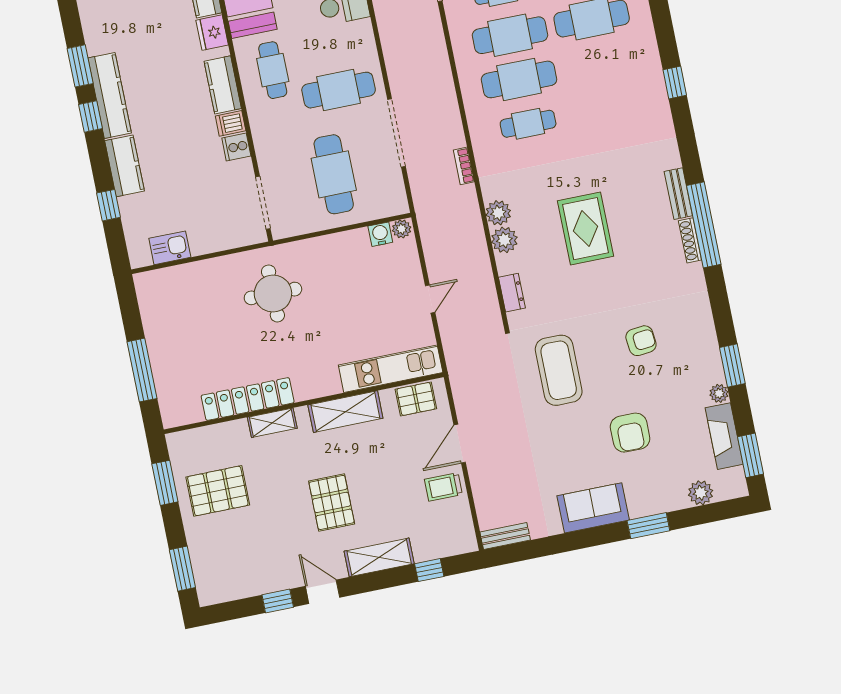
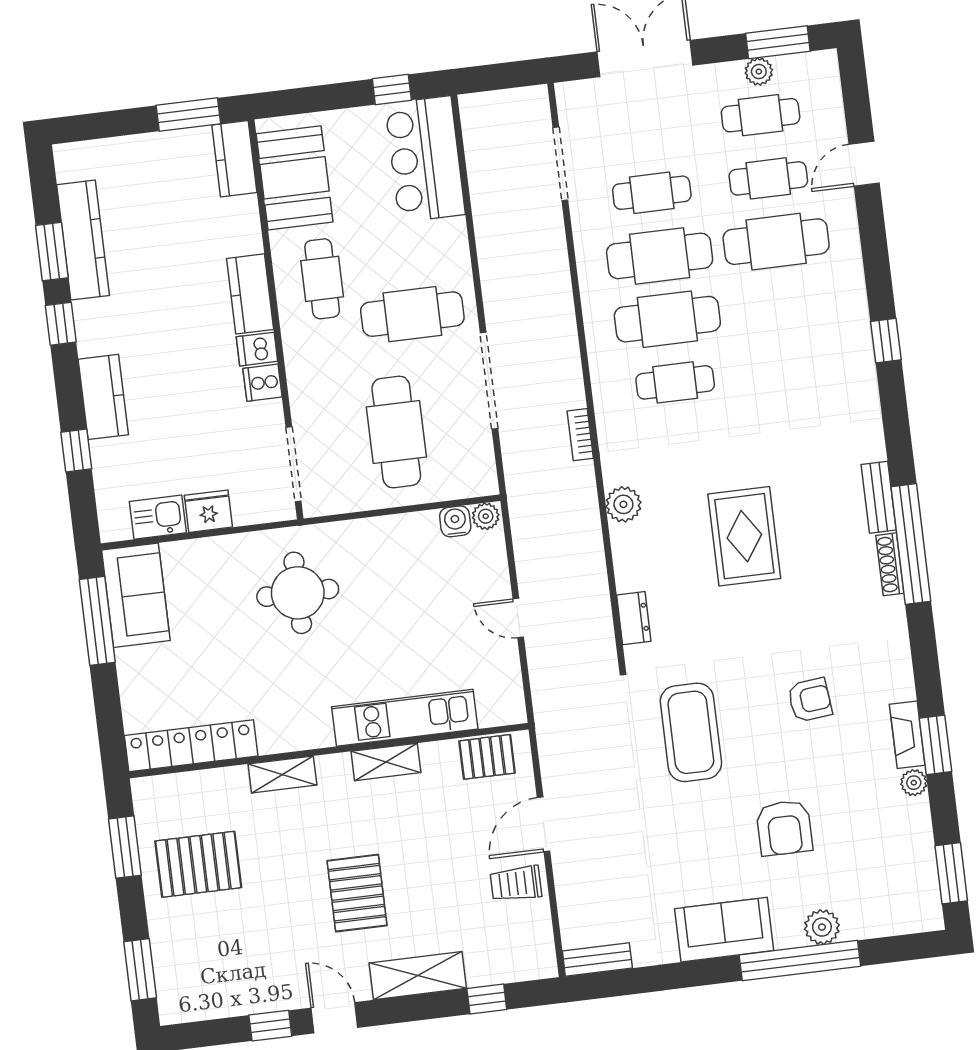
fridge: (212, 33) -> (208, 511), moved, turned 90
kitchen counter: (110, 96) -> (83, 240), moved
plant: (504, 240) -> (629, 543), removed
door: (430, 299) -> (518, 618), swing flipped
sofa: (159, 304) -> (136, 595), added
kitchen unit: (391, 369) -> (405, 718), moved
window: (142, 370) -> (97, 621), moved
locker: (248, 399) -> (191, 746), moved
shelving: (345, 412) -> (386, 762), width x0.67, depth x0.75
fireplace: (724, 436) -> (907, 735), moved, width x0.73, depth x0.76
plant: (701, 493) -> (822, 927), moved
window: (648, 526) -> (800, 961), width x2.11

